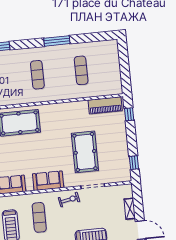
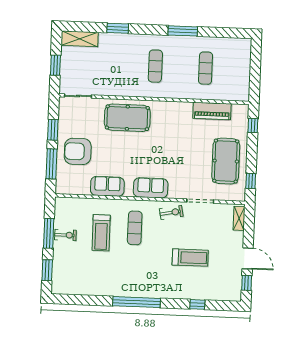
piano: (105, 105) -> (212, 111), moved
pool table: (85, 152) -> (226, 161), moved
shelving: (130, 209) -> (239, 218), moved

